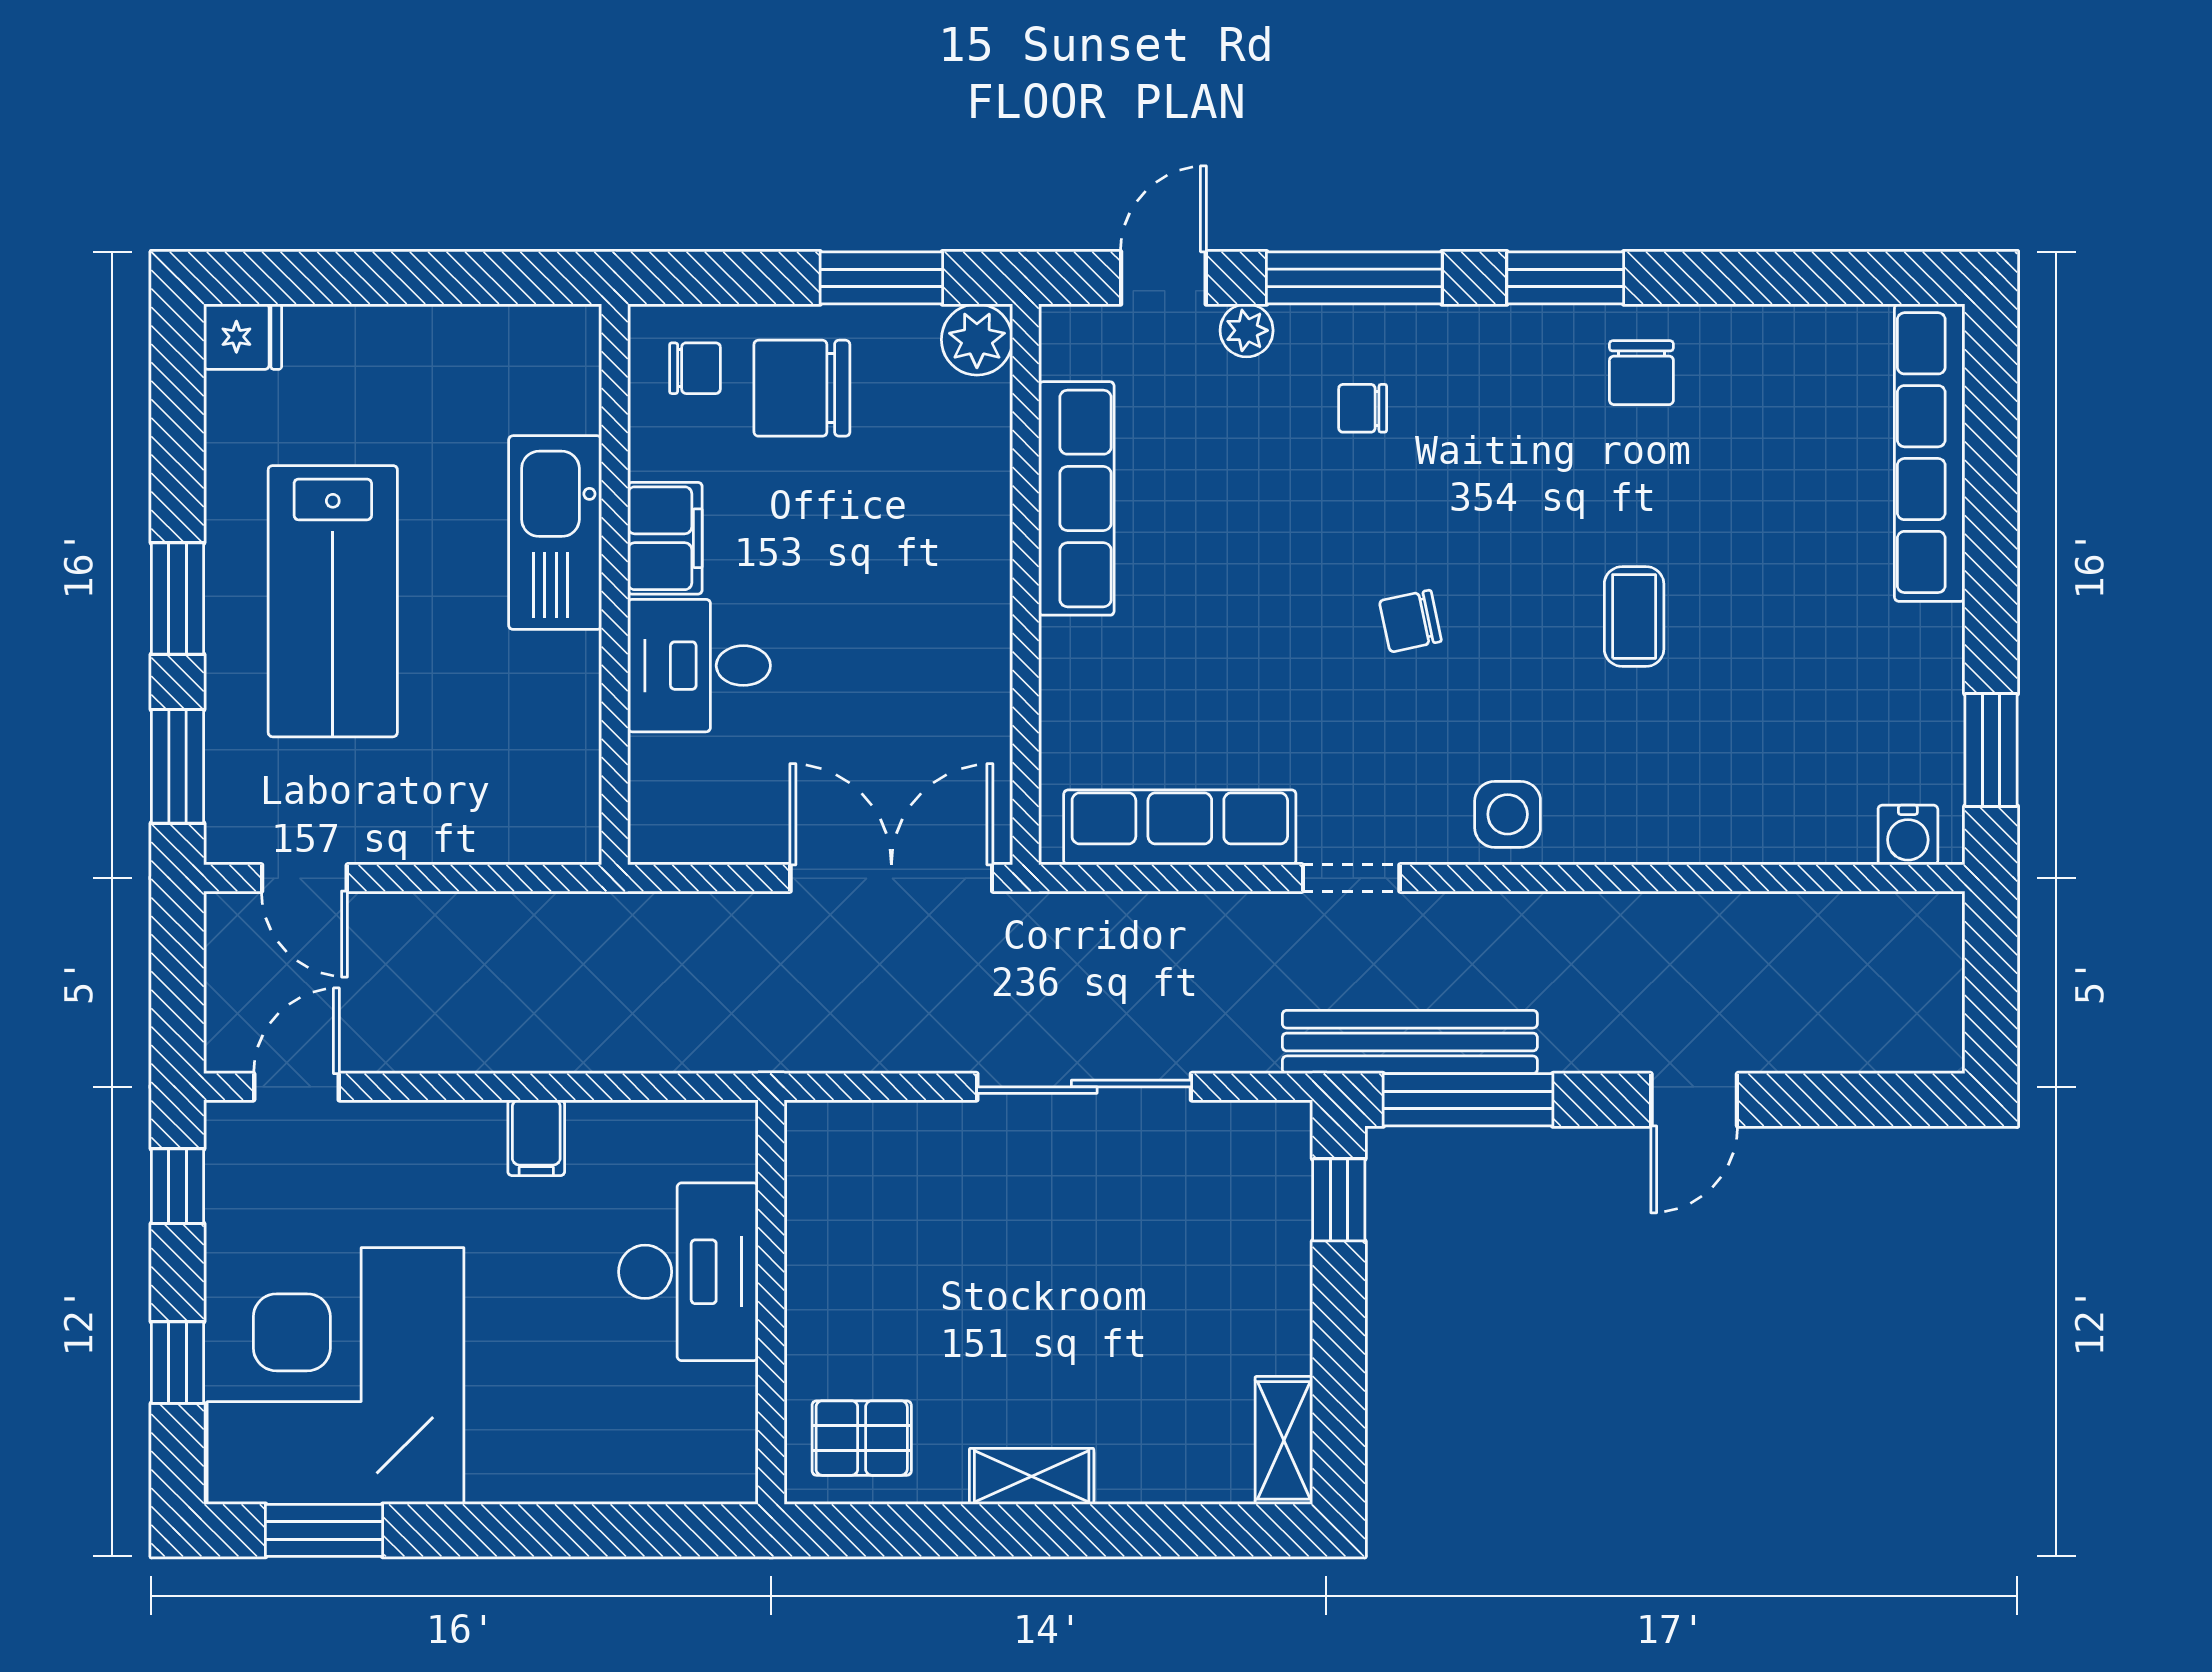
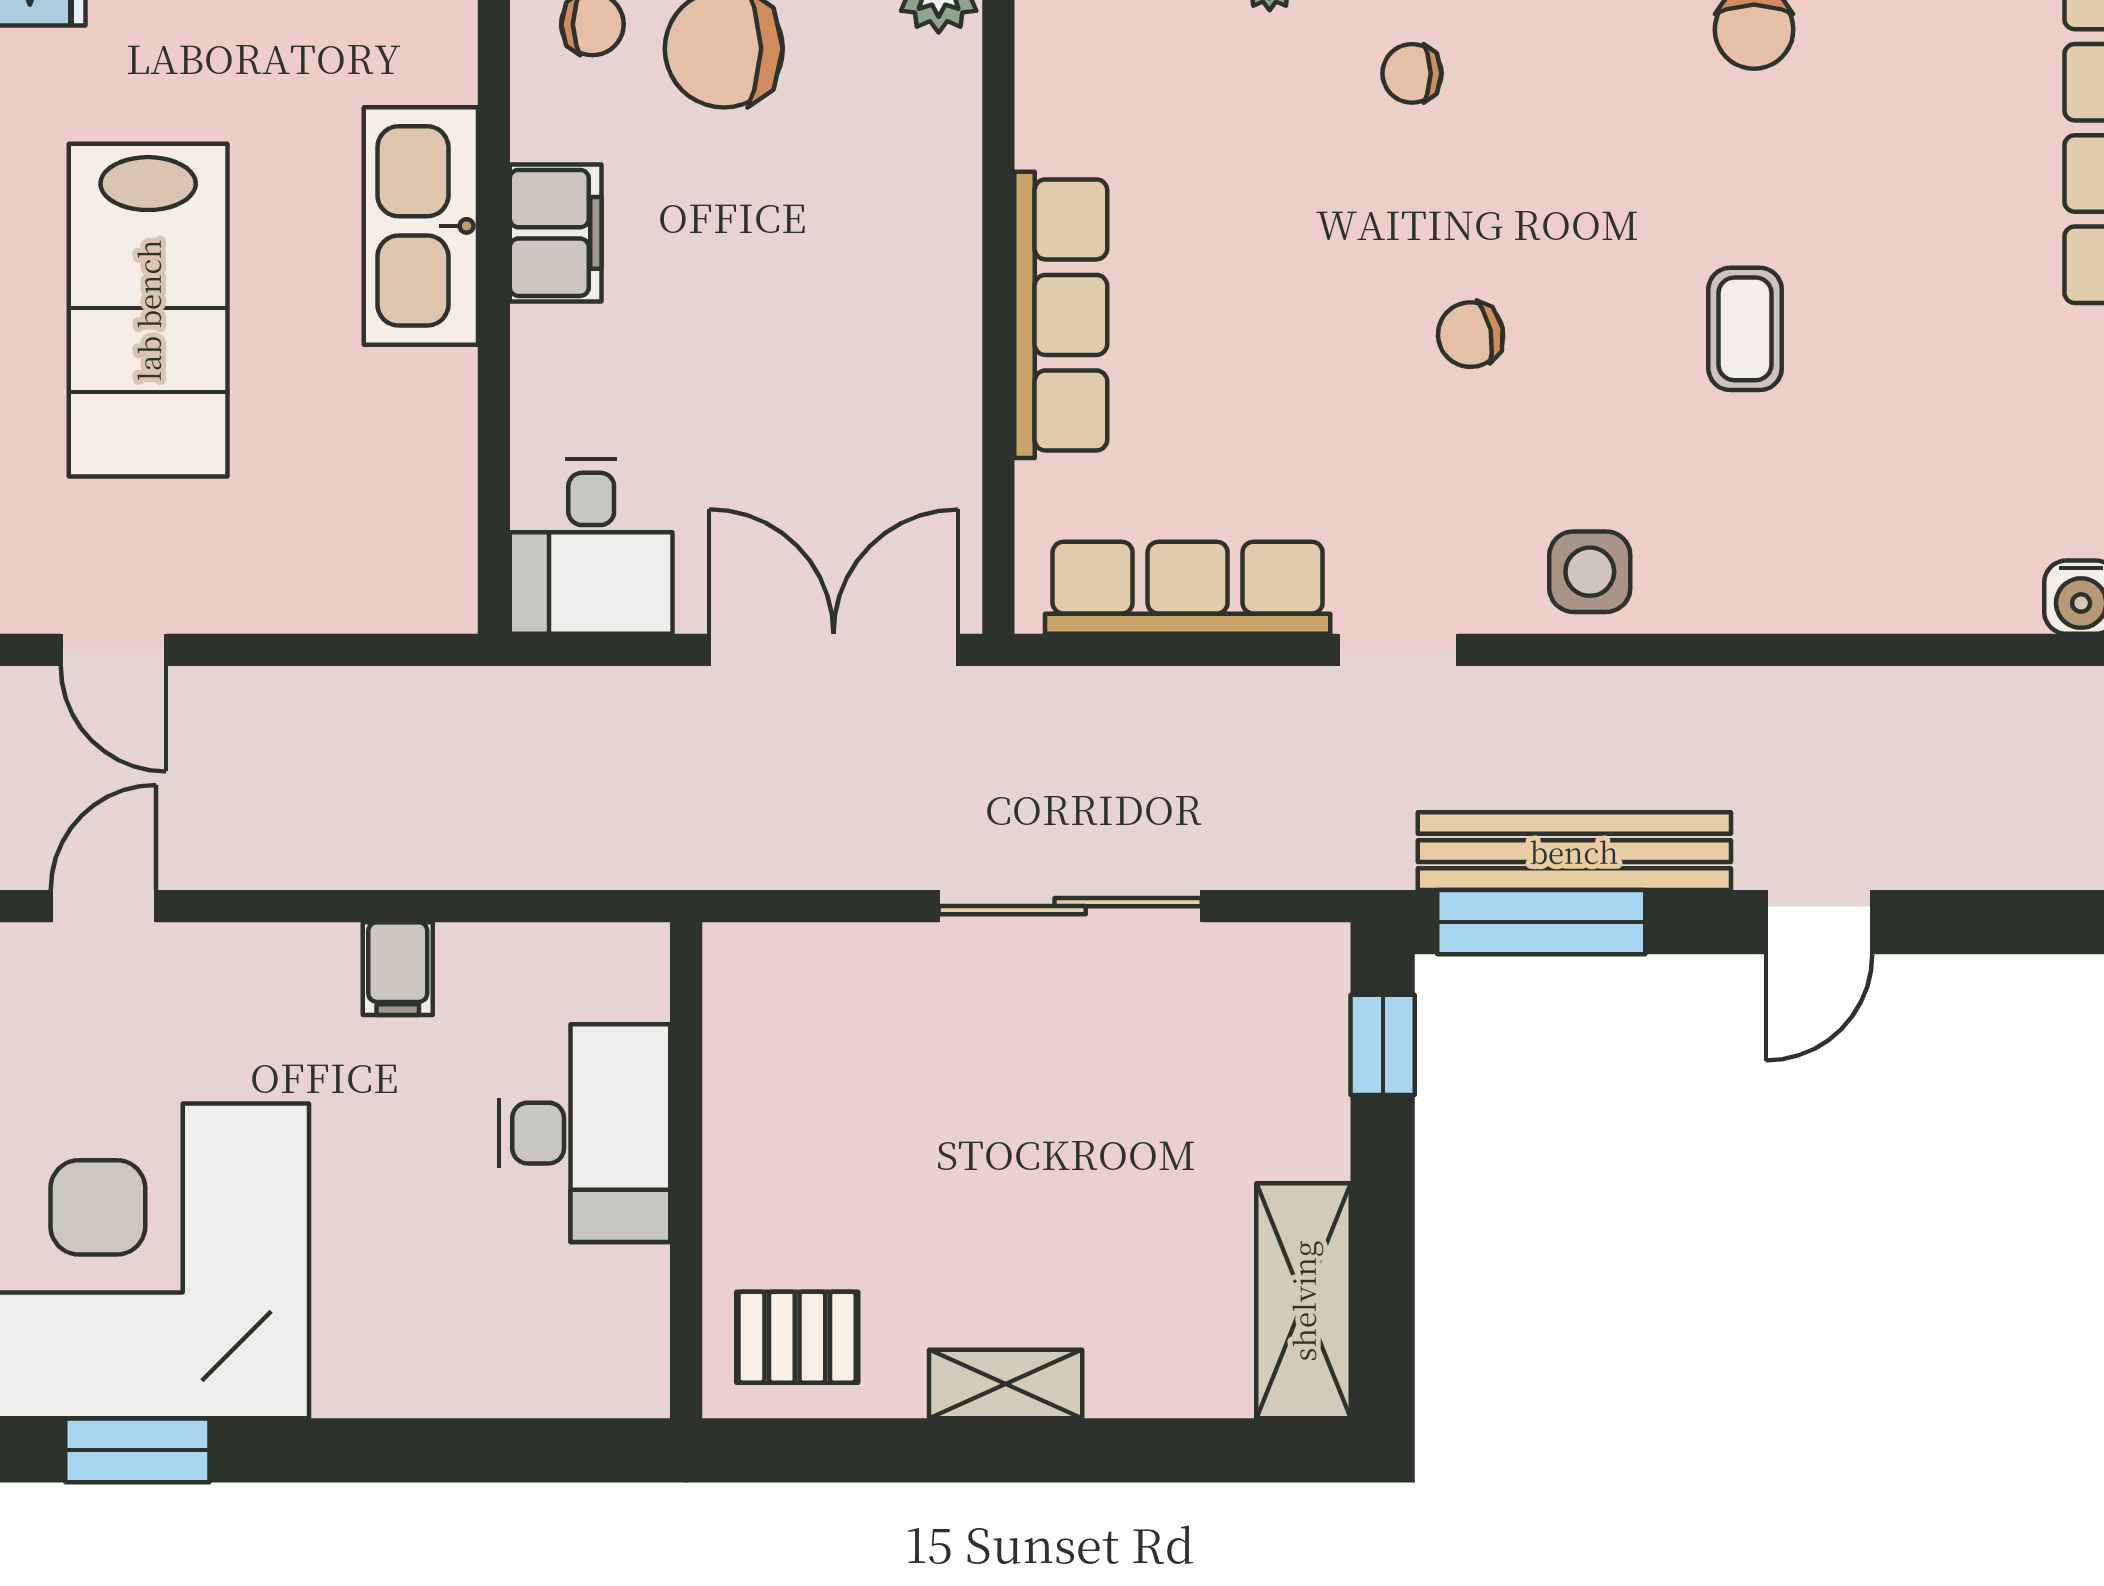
row of seats: (1076, 498) -> (1061, 315), moved
desk: (699, 666) -> (591, 546), moved, turned -90
bench: (1410, 1042) -> (1574, 851), moved
shelving: (1284, 1440) -> (1303, 1301), width x1.50, depth x1.33

